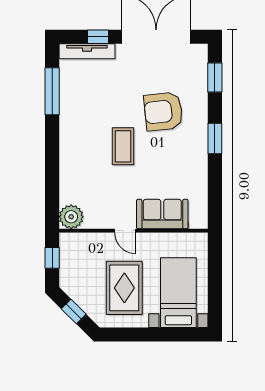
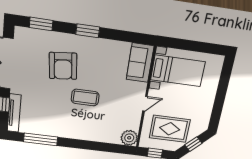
sofa: (162, 214) -> (140, 63), moved
rug: (124, 288) -> (170, 129), moved
bed with nightstands: (178, 293) -> (178, 71), moved, turned 180

